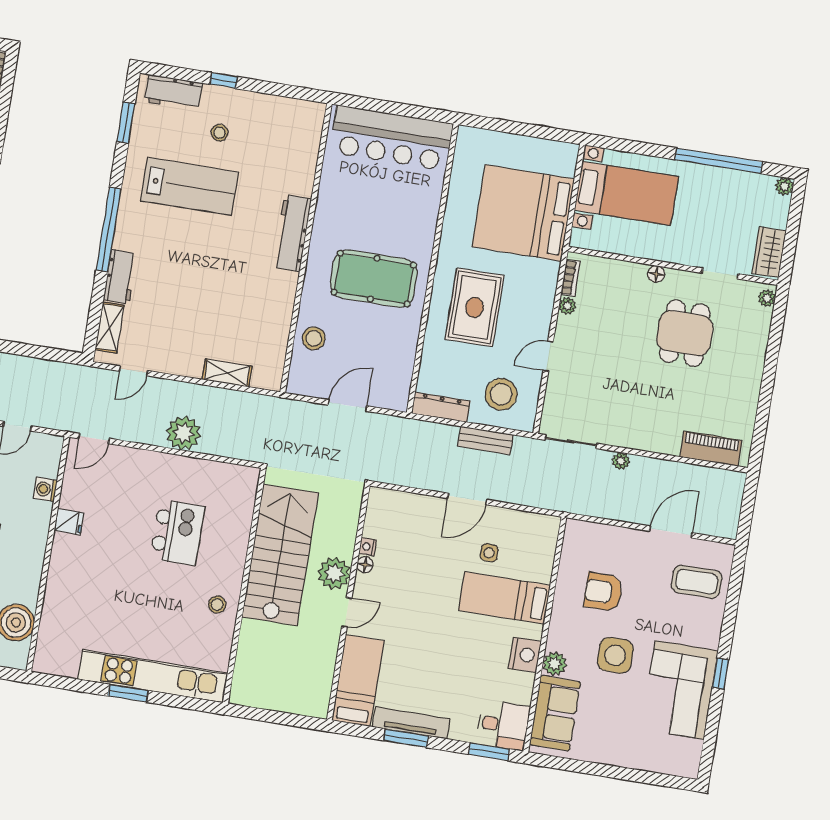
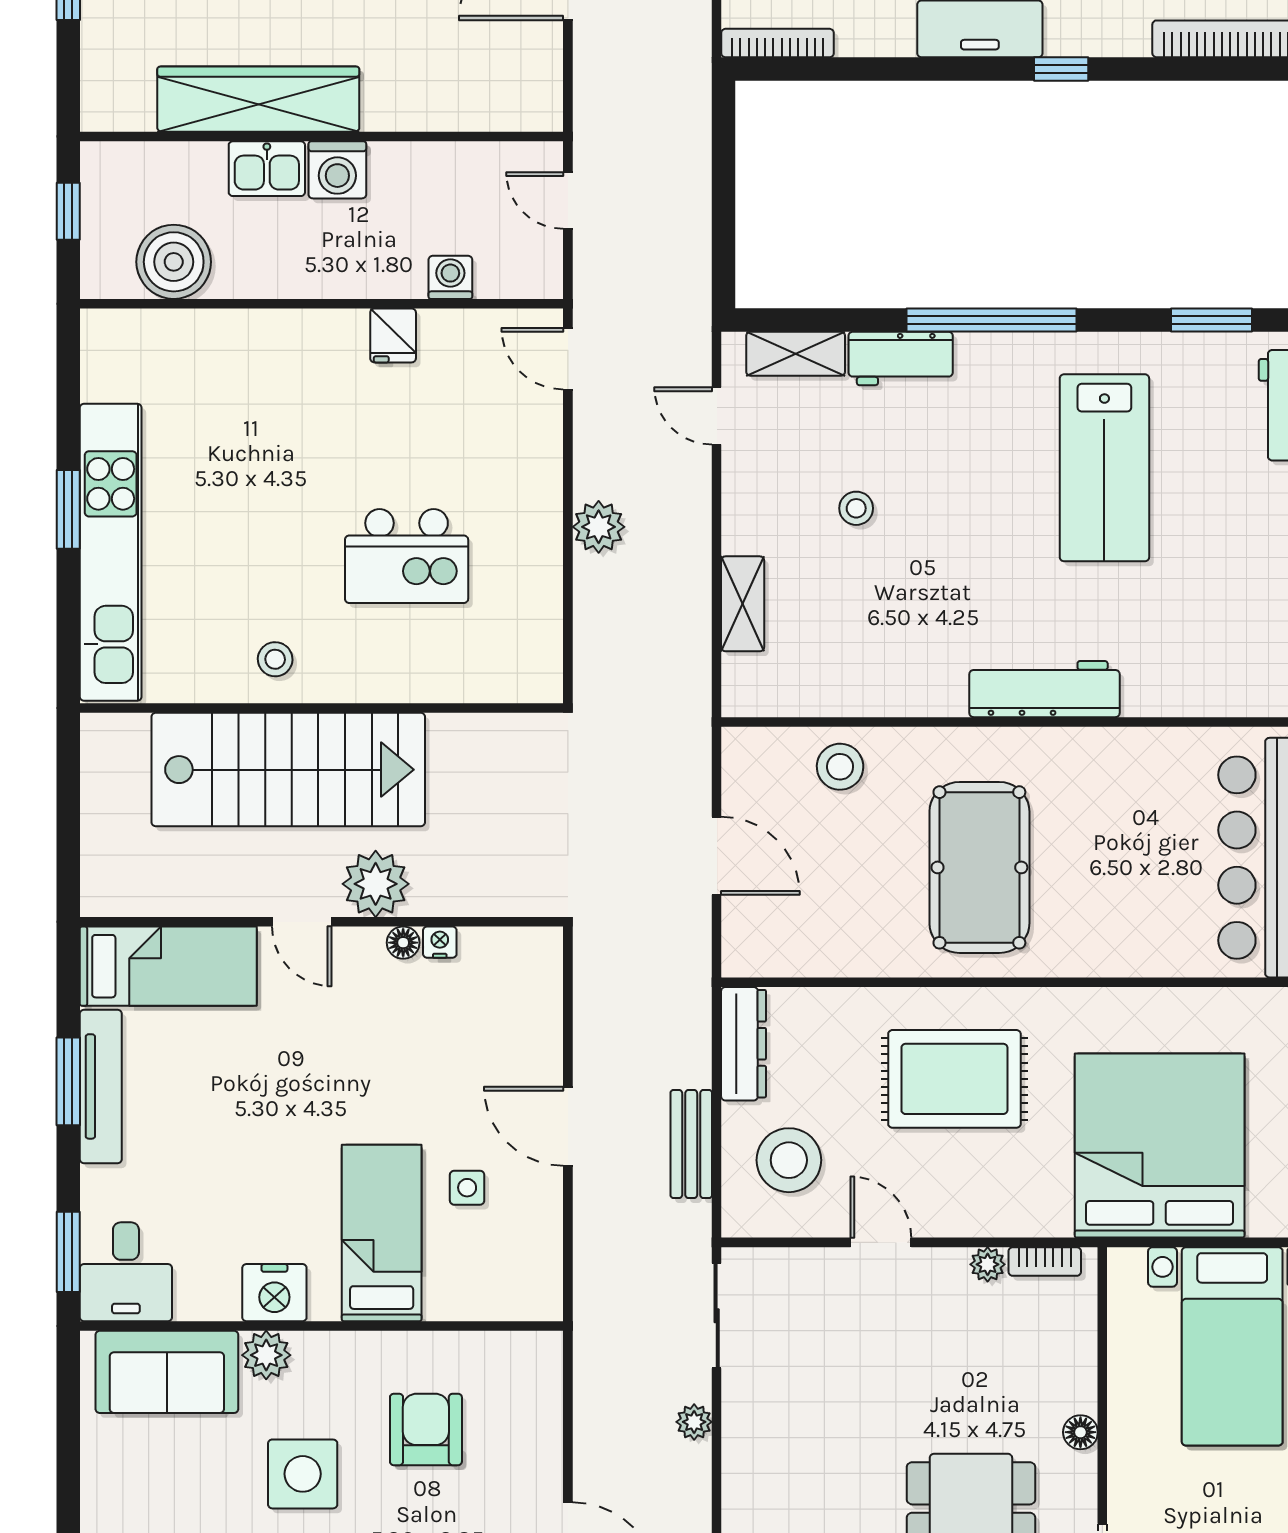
stool: (219, 133) -> (856, 508), moved
plant: (184, 433) -> (599, 527), width x0.73, depth x0.73
stairs: (280, 555) -> (288, 770), moved

